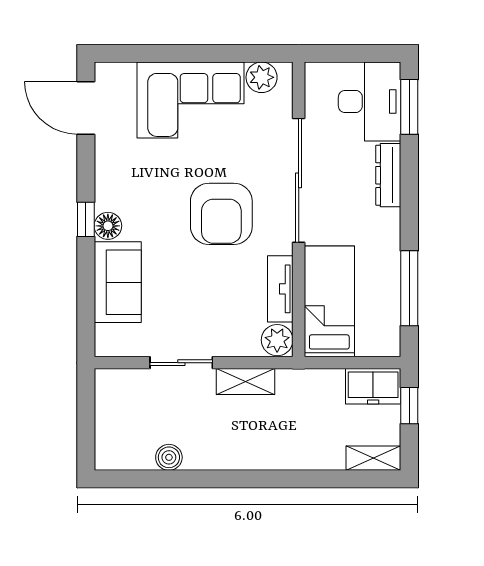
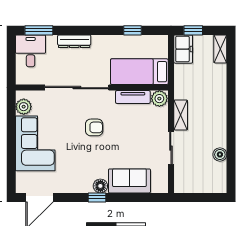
desk: (370, 101) -> (31, 51), width x0.73
armchair: (221, 214) -> (94, 127), width x0.53, depth x0.53
window: (409, 288) -> (133, 30), width x0.46

